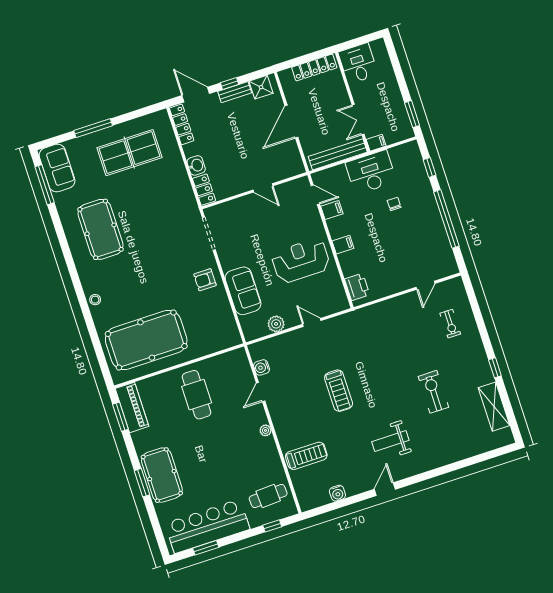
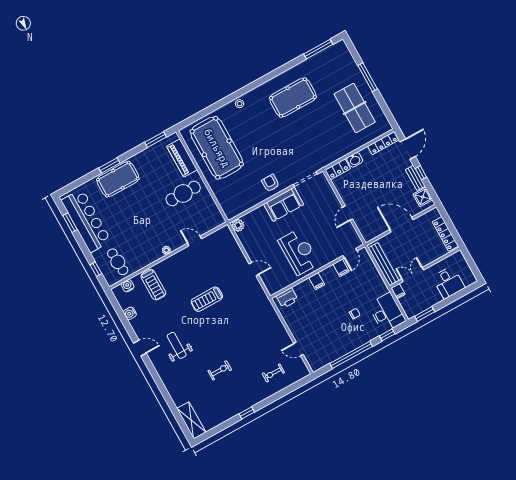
desk: (358, 63) -> (449, 282), moved, turned 90
sofa: (57, 168) -> (333, 56), removed
desk: (371, 172) -> (387, 313), moved
sofa: (243, 291) -> (284, 204), moved
door: (312, 322) -> (254, 269), hinge flipped
plant: (276, 324) -> (238, 225), moved
water cooler: (262, 367) -> (128, 286), moved
exercise bike: (433, 392) -> (220, 370), width x0.73, depth x0.72
piano: (132, 407) -> (182, 158), moved, turned 90
shelving: (494, 407) -> (191, 420), moved, turned 90

